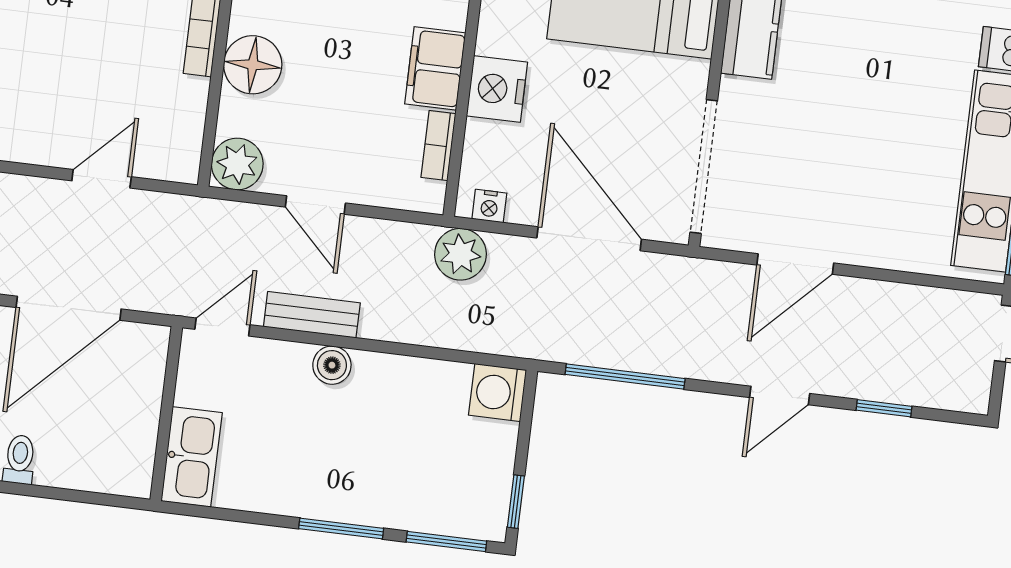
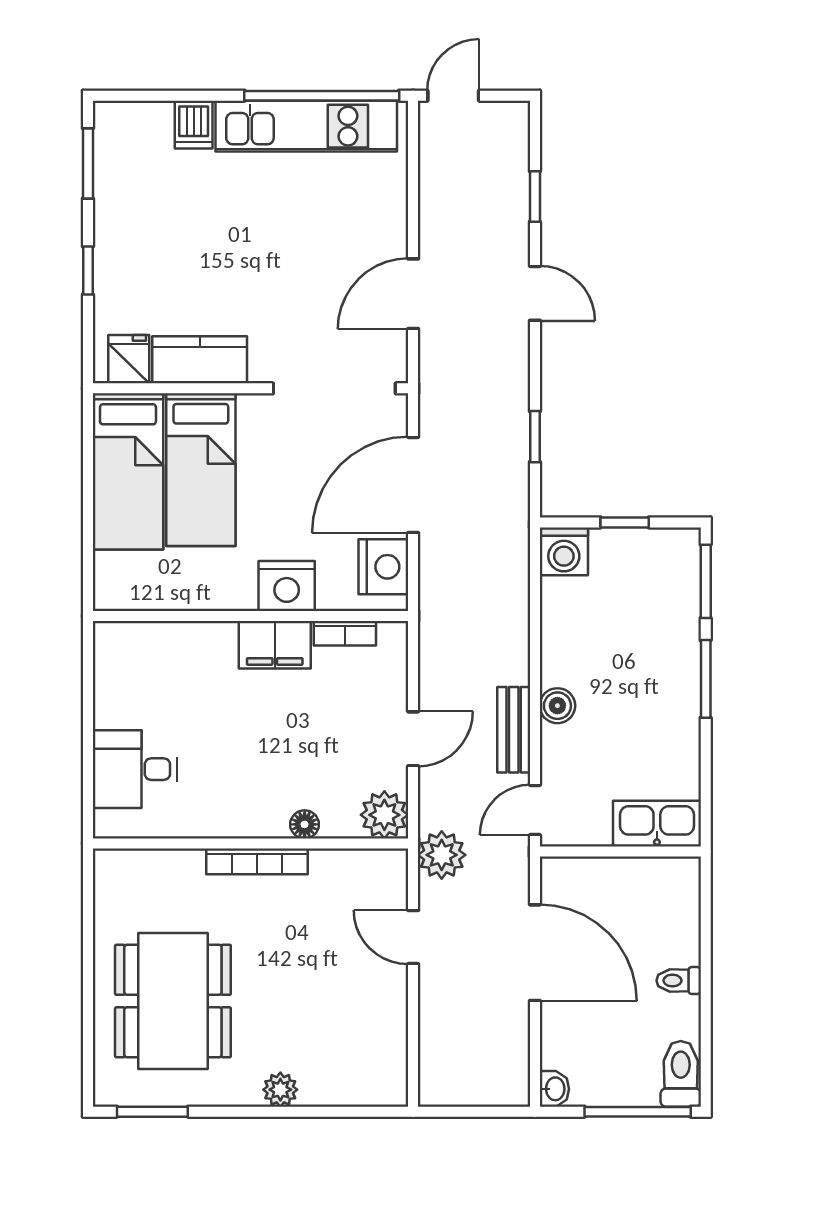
floor lamp: (253, 65) -> (305, 824), width x0.53, depth x0.53
nightstand: (489, 206) -> (383, 567), width x1.89, depth x1.79
plant: (460, 254) -> (442, 855), moved
door: (795, 264) -> (413, 294), swing flipped
door: (222, 327) -> (535, 810), hinge flipped
window: (625, 377) -> (535, 437), width x0.46
window: (516, 502) -> (625, 522), moved

